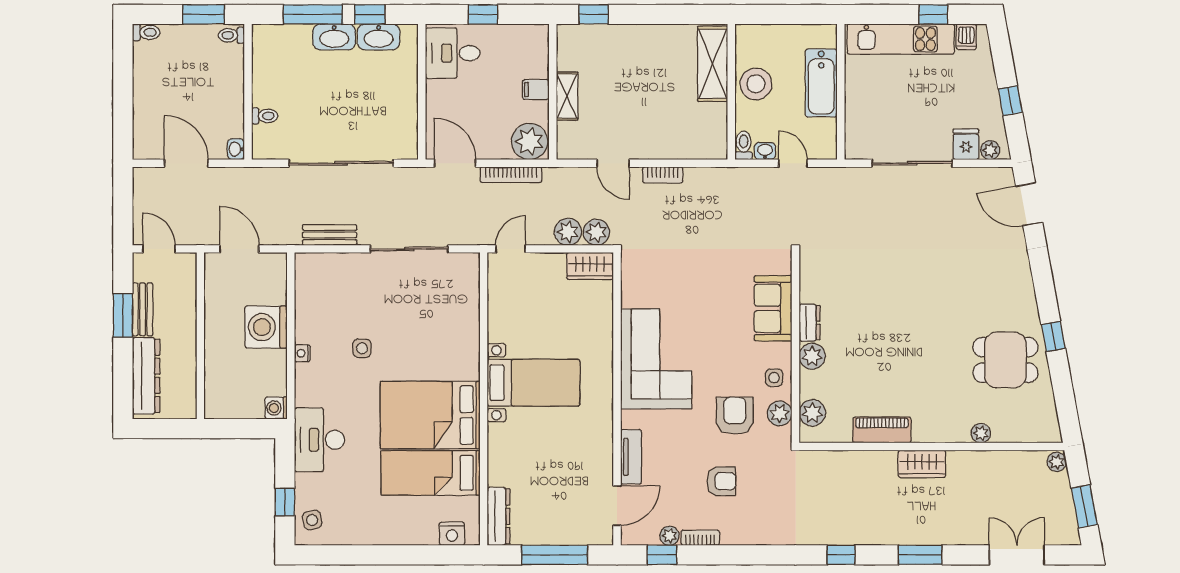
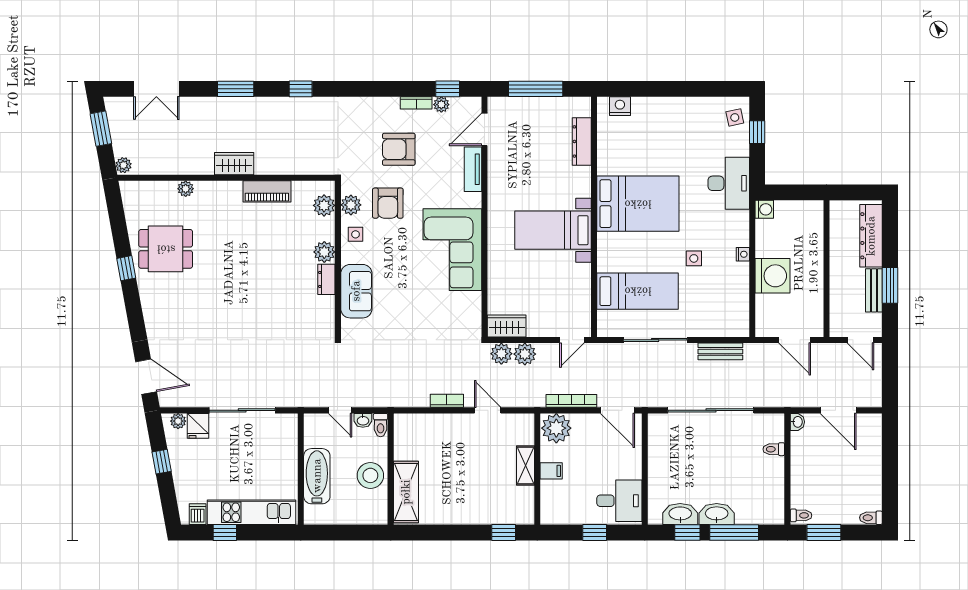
bed: (431, 473) -> (638, 291), moved
armchair: (721, 481) -> (399, 149), width x1.38, depth x1.38
dresser: (499, 516) -> (582, 141), moved

